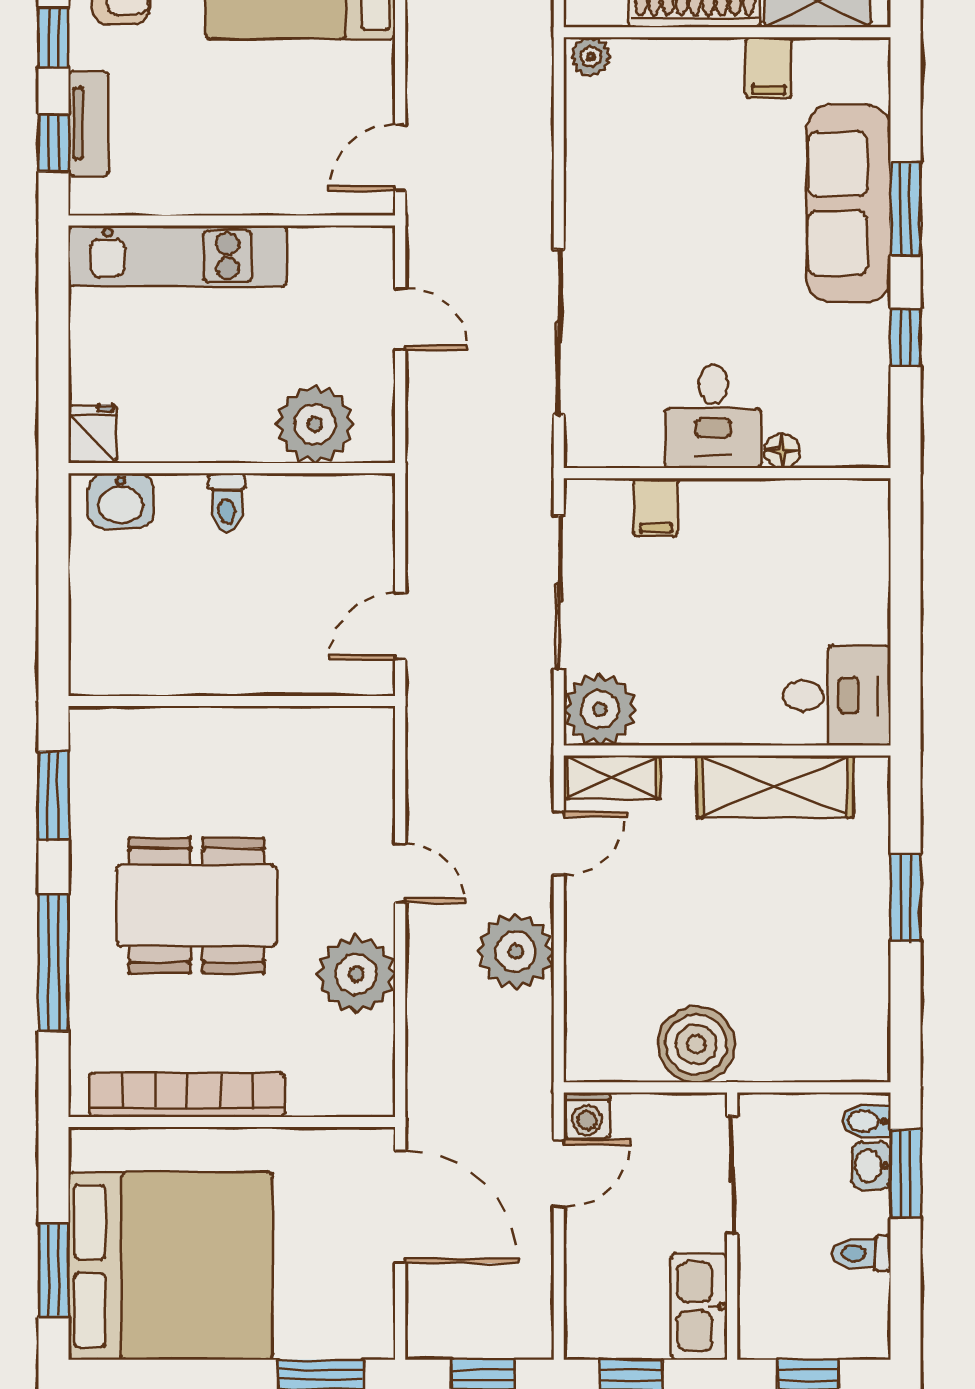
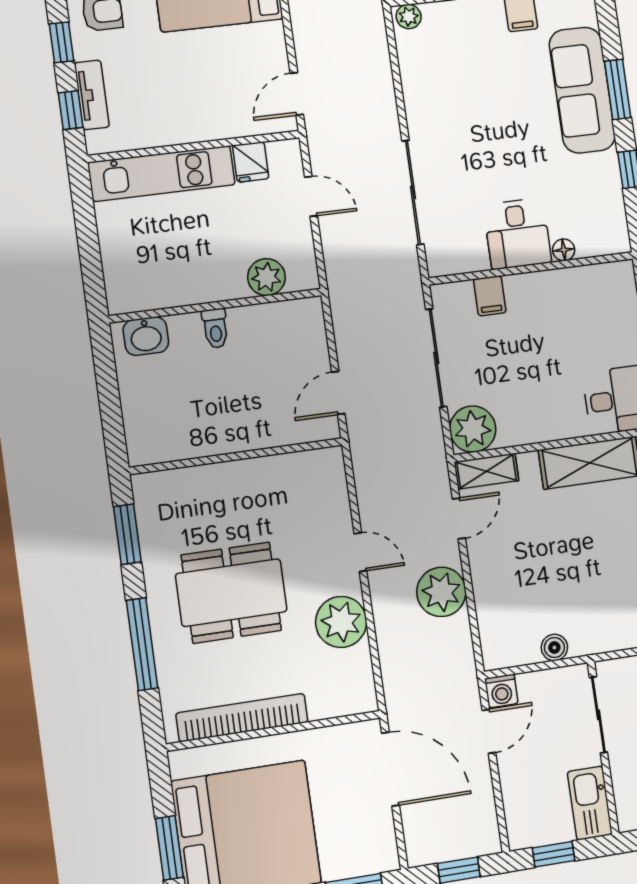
plant: (315, 424) -> (266, 277), width x0.73, depth x0.73
fridge: (93, 434) -> (251, 162), moved, turned 180
boiler: (696, 1044) -> (554, 647), width x0.54, depth x0.54

